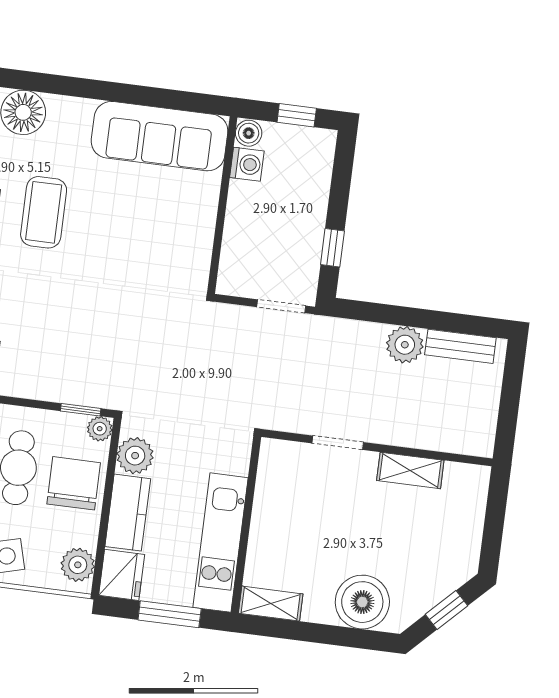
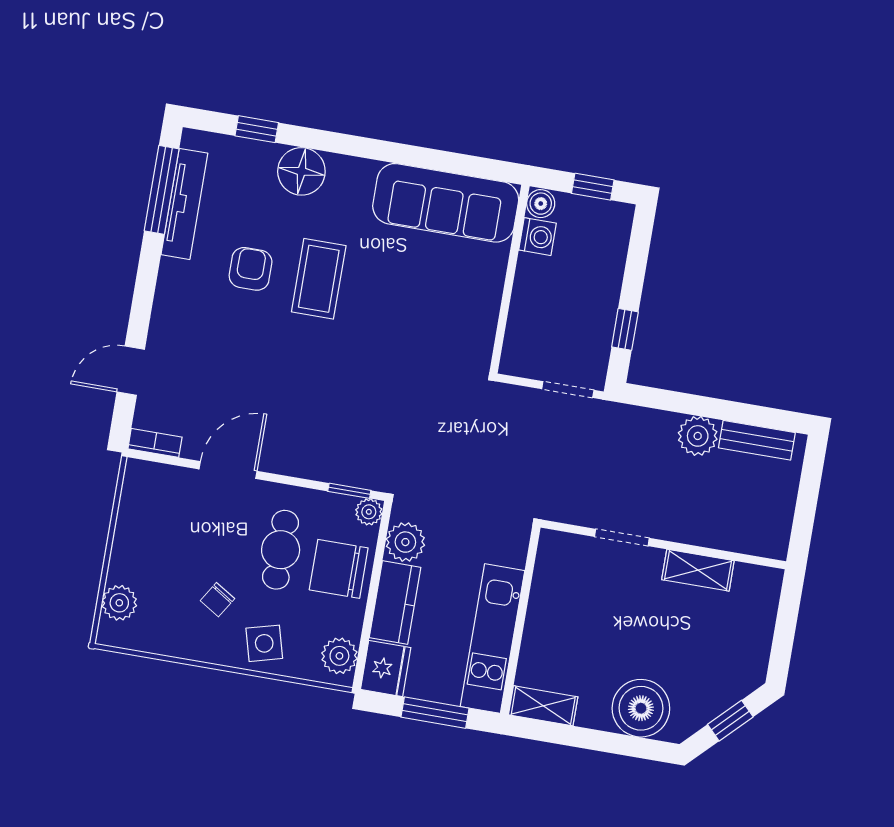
chair: (74, 483) -> (339, 569), turned -90

